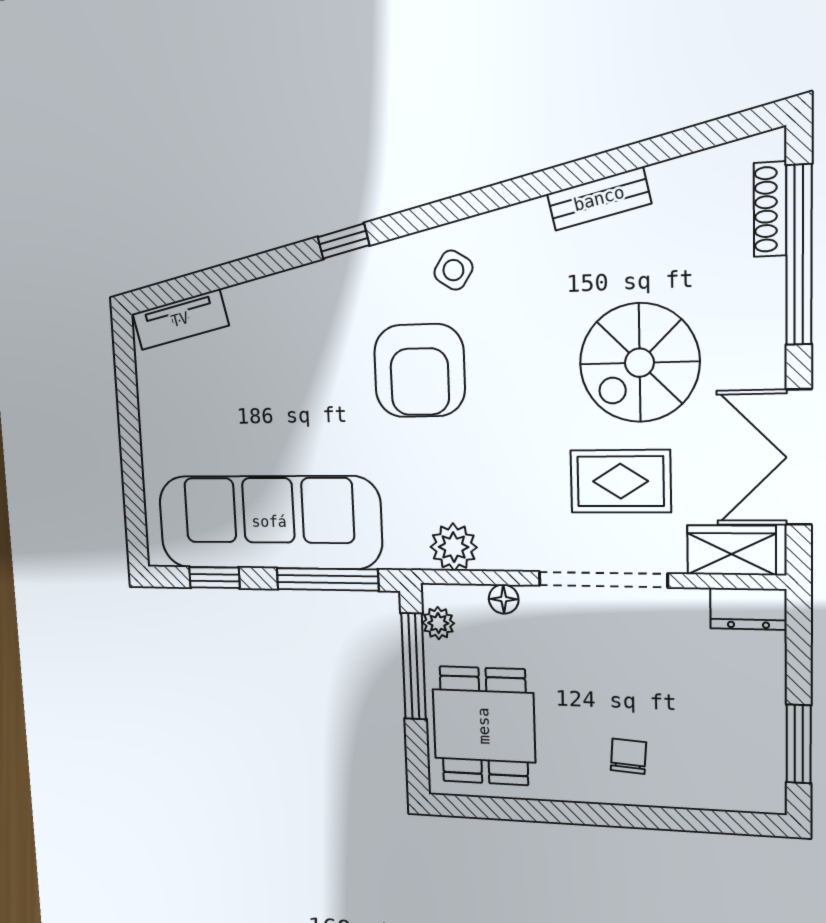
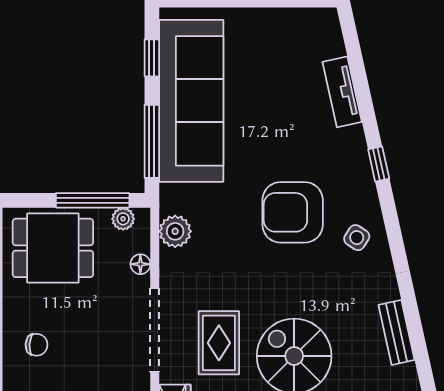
tv unit: (180, 320) -> (342, 92), moved

